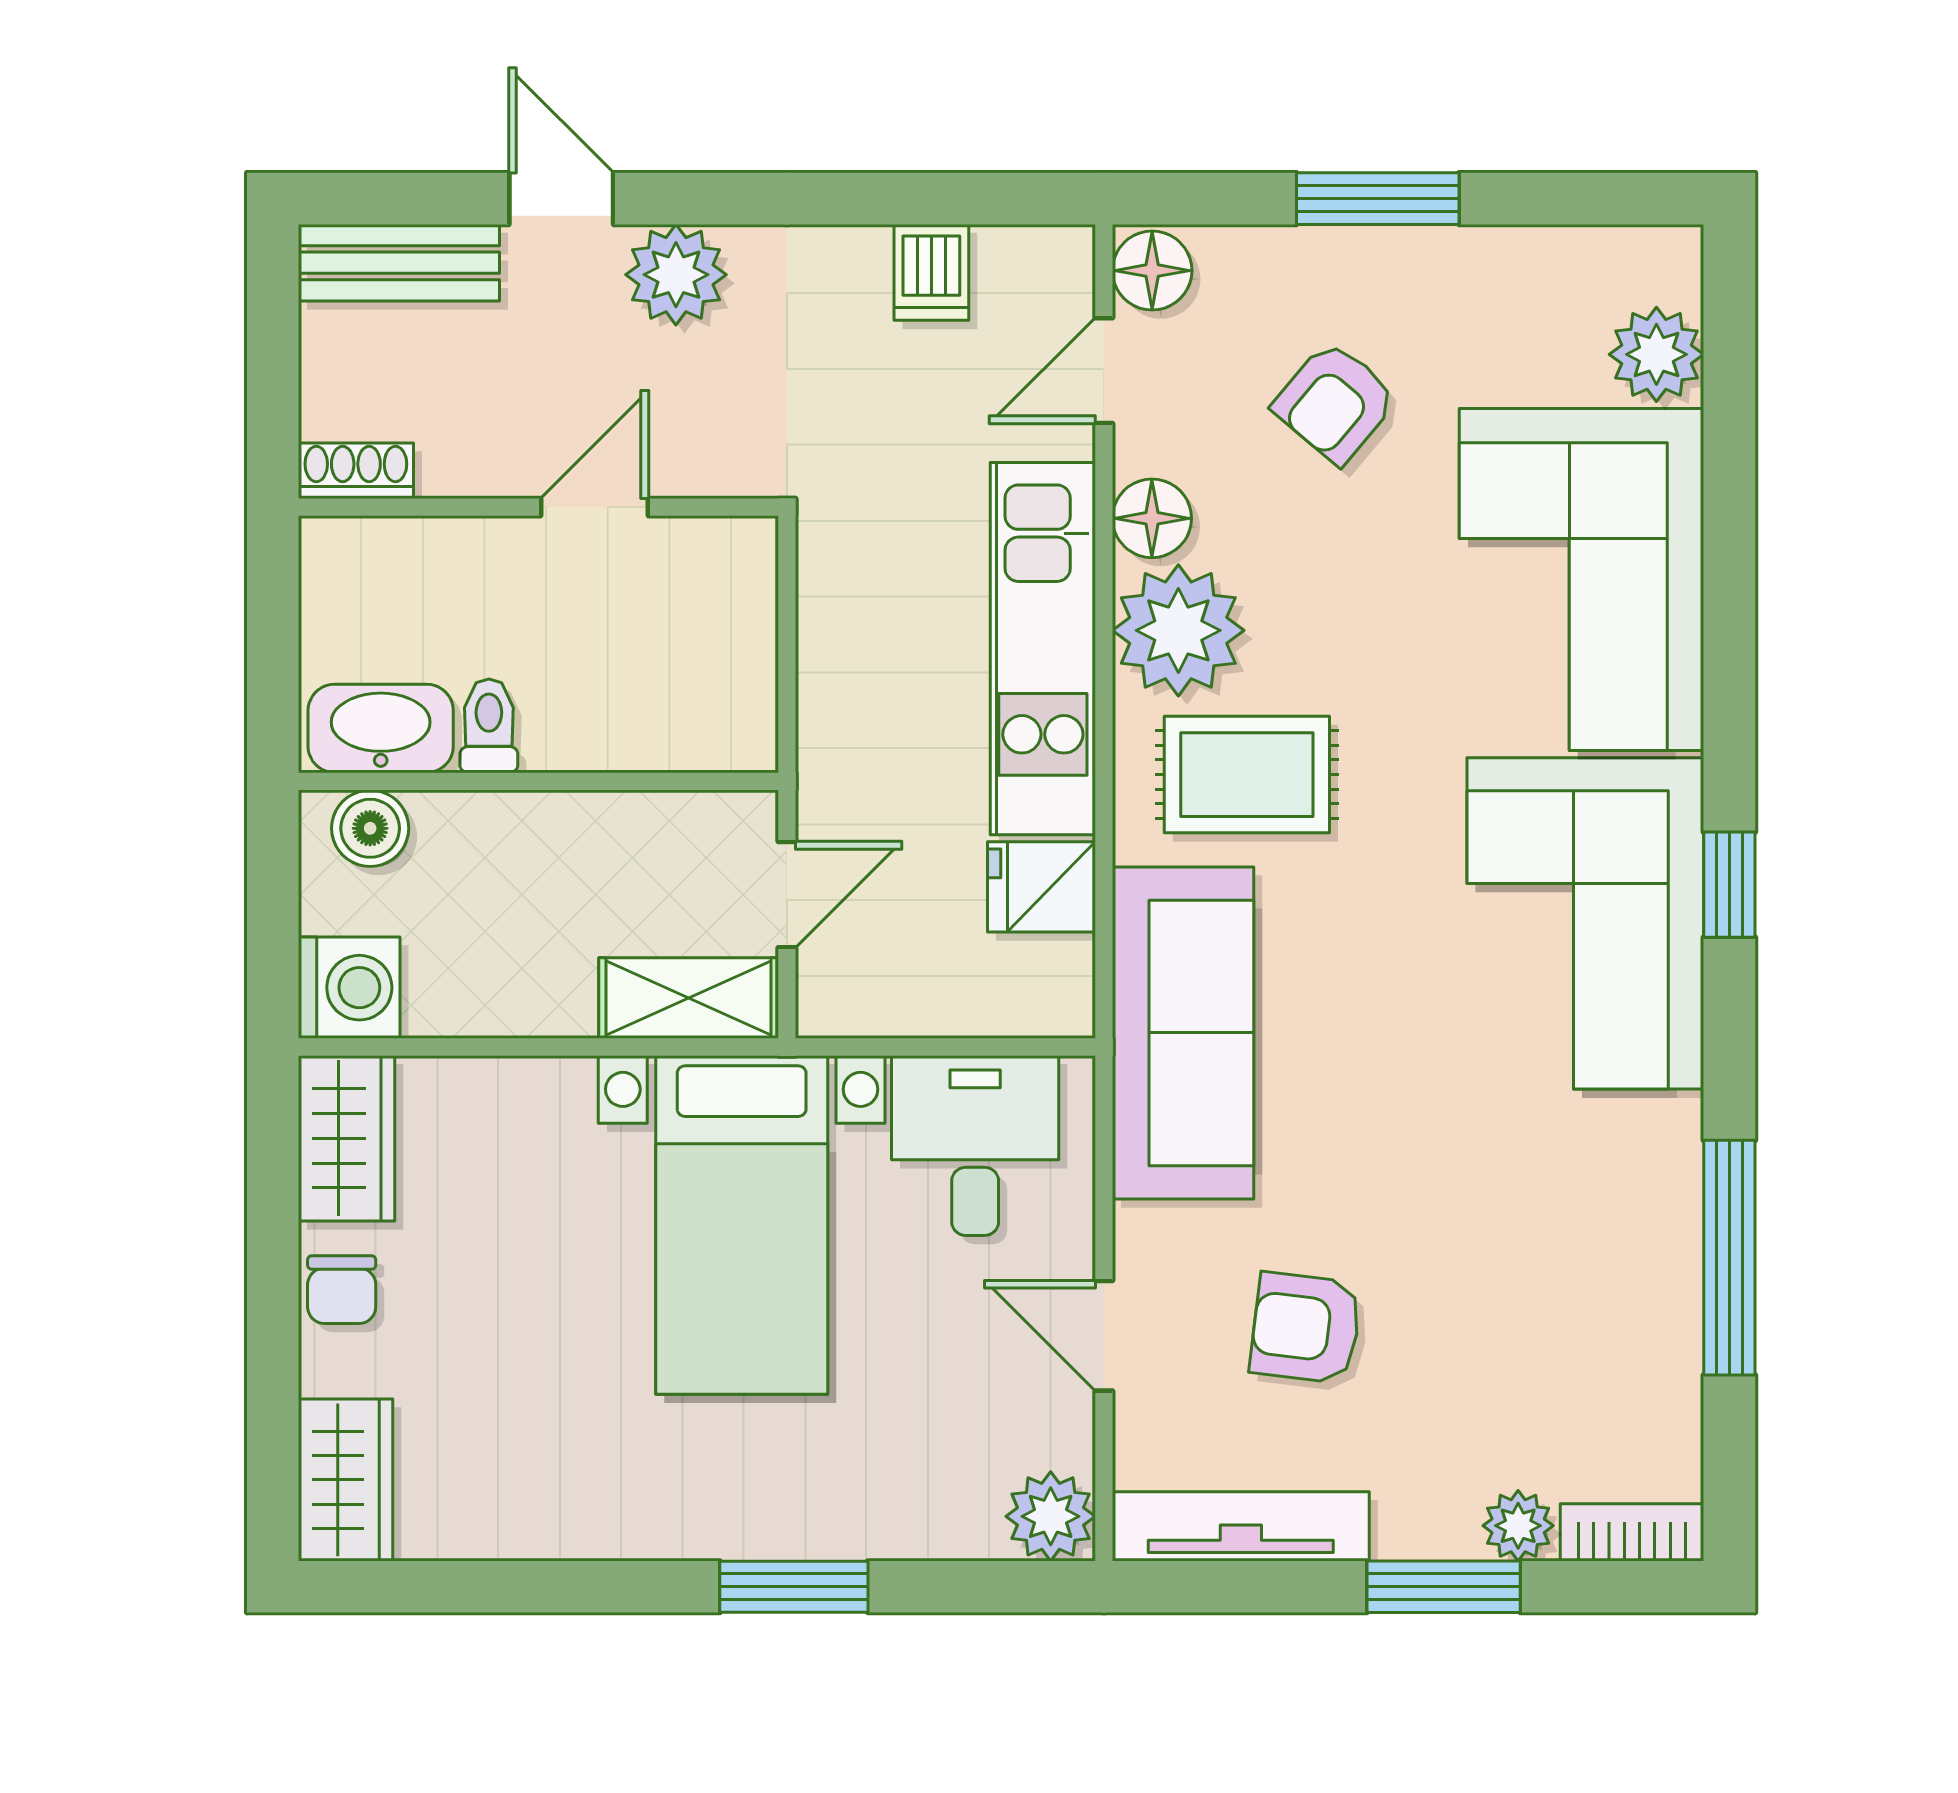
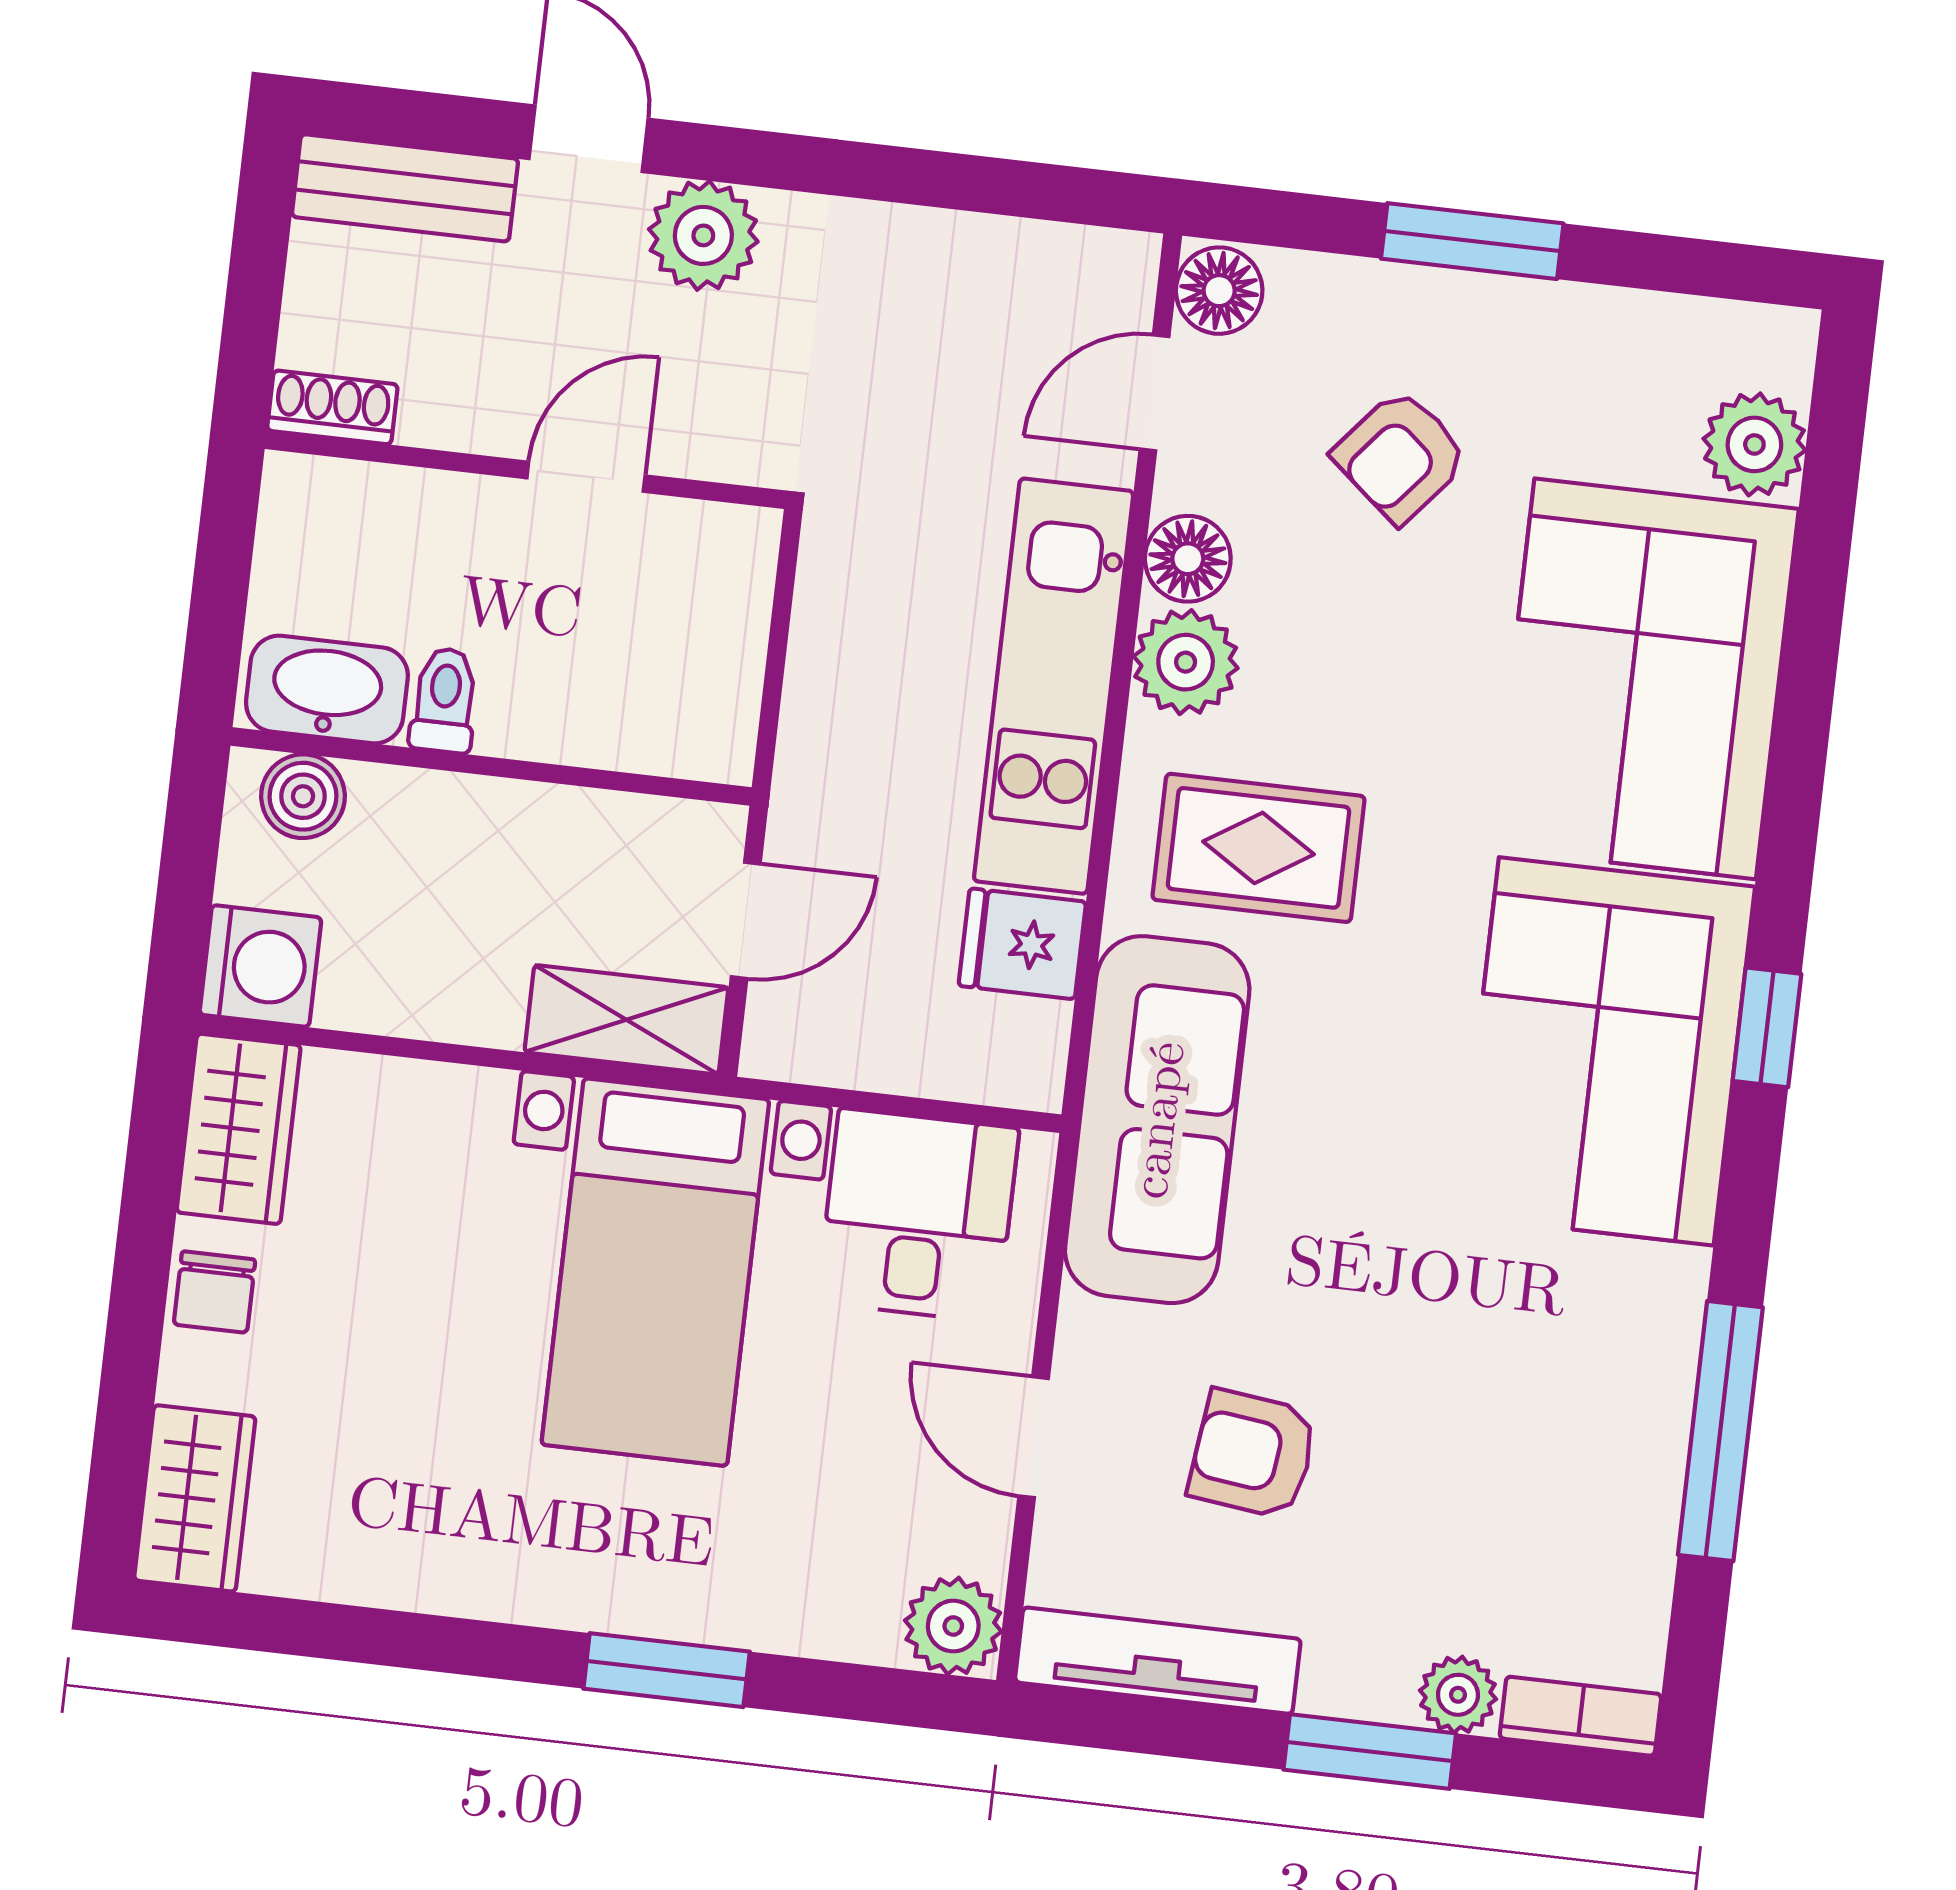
dishwasher: (931, 272) -> (980, 265), removed
plant: (1178, 630) -> (1186, 662), width x0.73, depth x0.73

